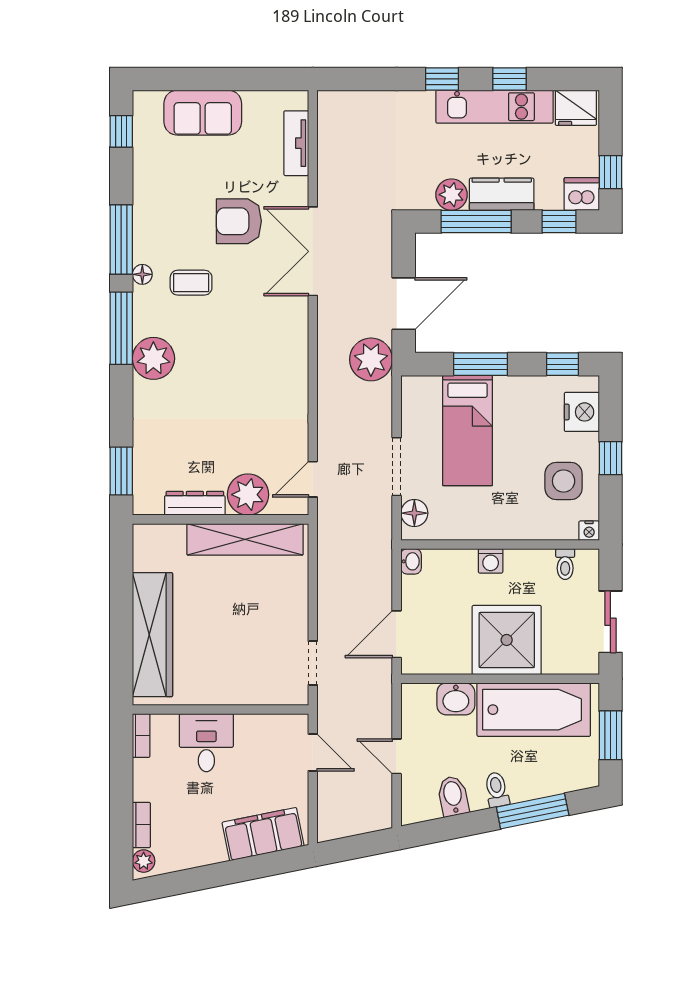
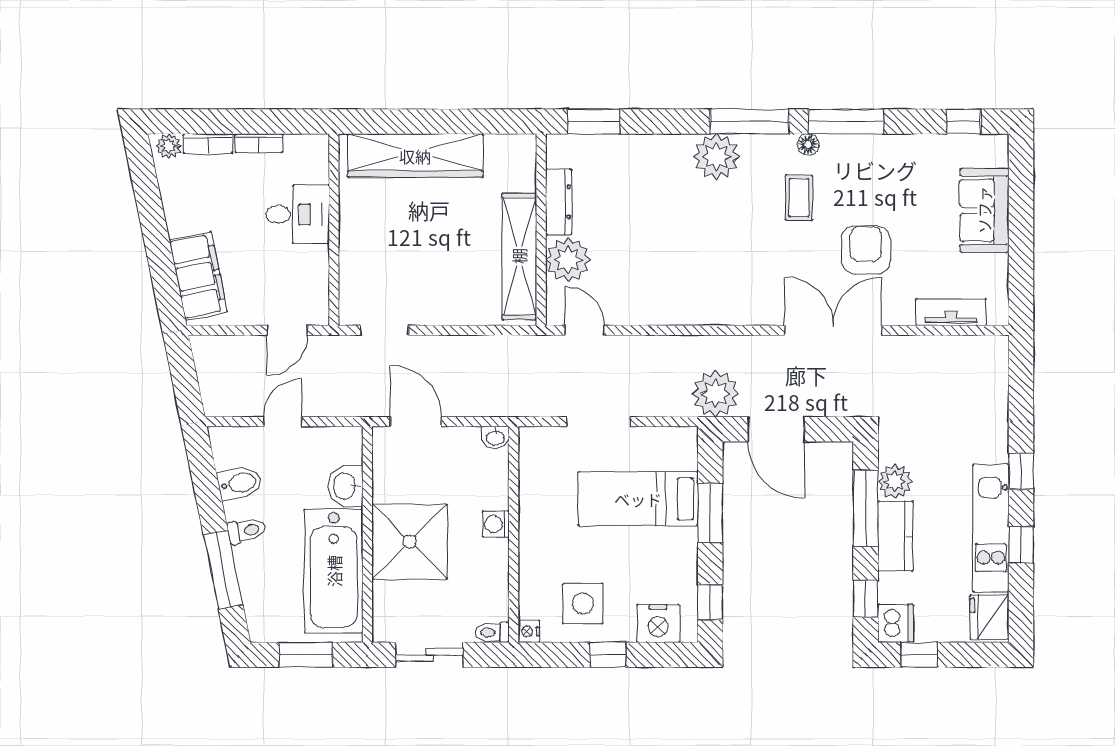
floor lamp: (414, 513) -> (548, 441), removed
toilet: (565, 564) -> (492, 632), moved
bookcase: (141, 735) -> (259, 143), moved

